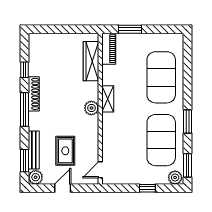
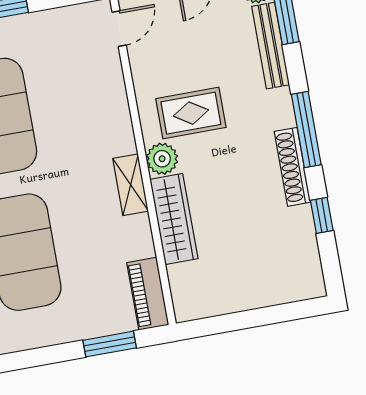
wardrobe: (91, 61) -> (174, 219), moved
rug: (65, 151) -> (191, 113), moved, turned 90

